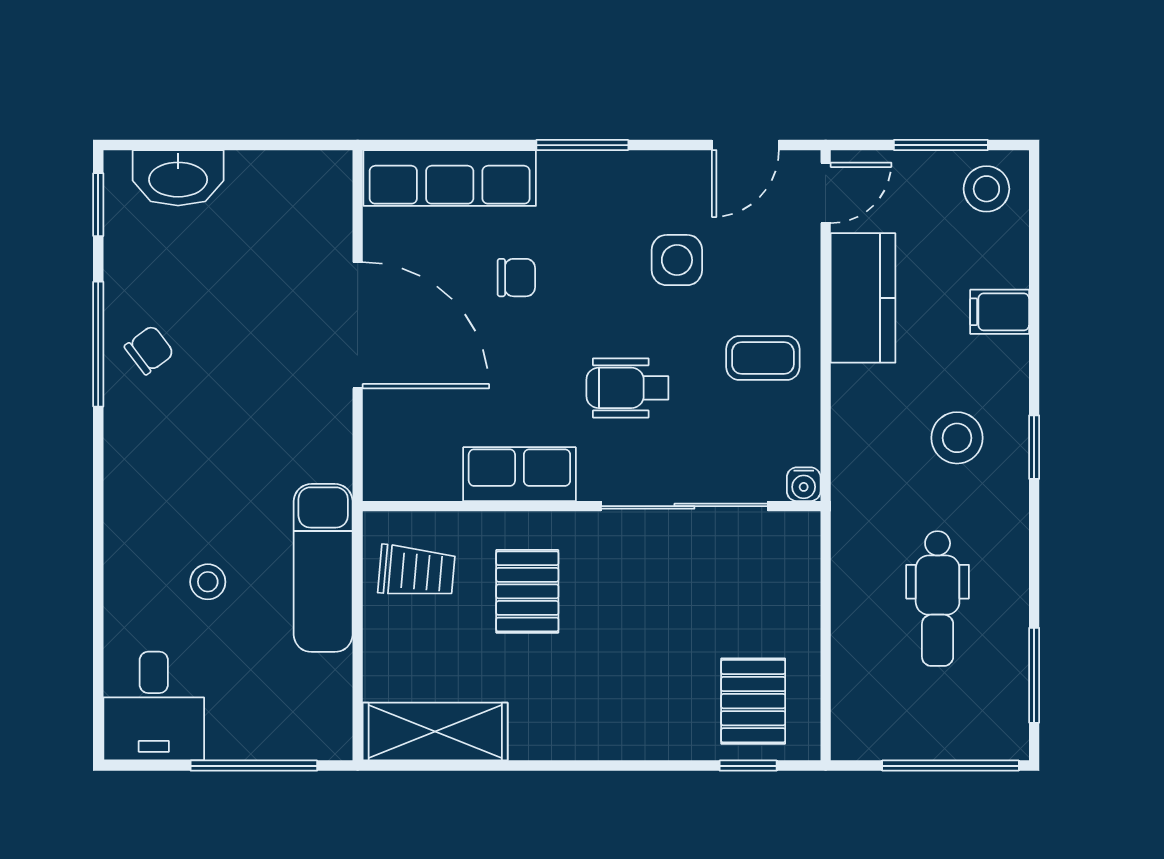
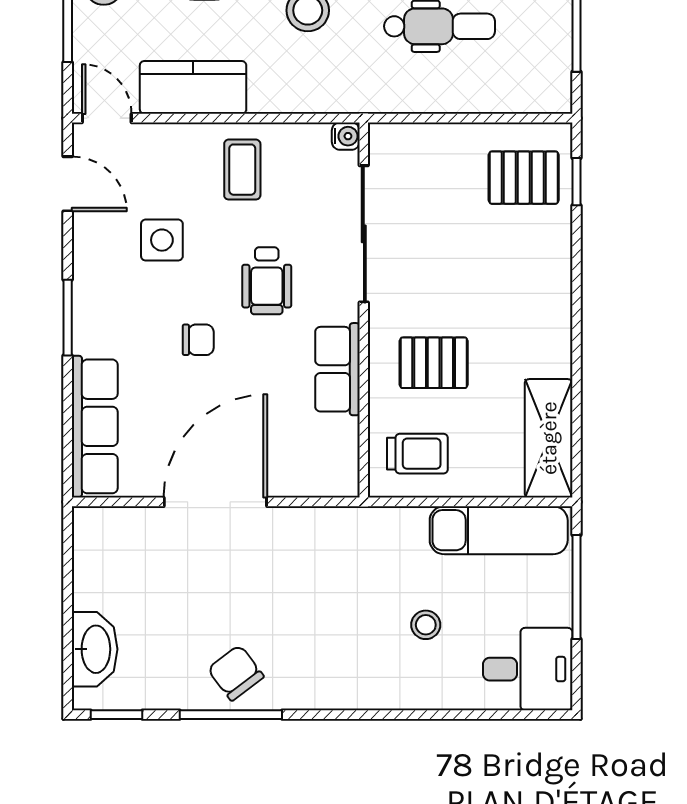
chair: (516, 278) -> (198, 340), moved, turned 90
chair: (149, 350) -> (236, 673), width x1.37, depth x1.37
exam couch: (323, 568) -> (499, 530), moved
trolley: (416, 572) -> (417, 454), turned 85

